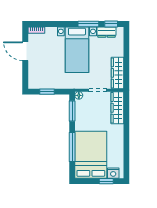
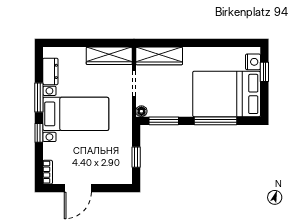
window: (111, 24) -> (39, 133), moved

